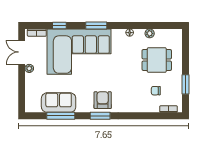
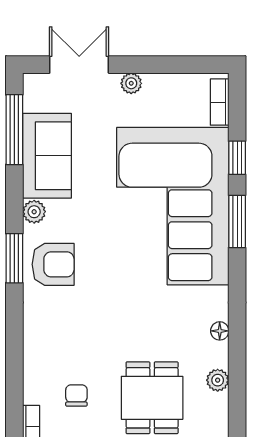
window: (96, 26) -> (237, 221), moved
double door: (22, 52) -> (79, 65), moved
plant: (81, 108) -> (34, 212), added
window: (61, 116) -> (14, 130), moved

